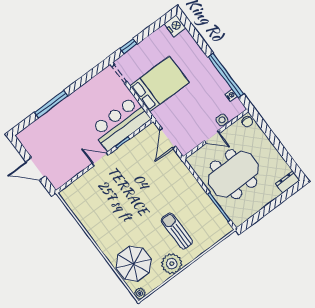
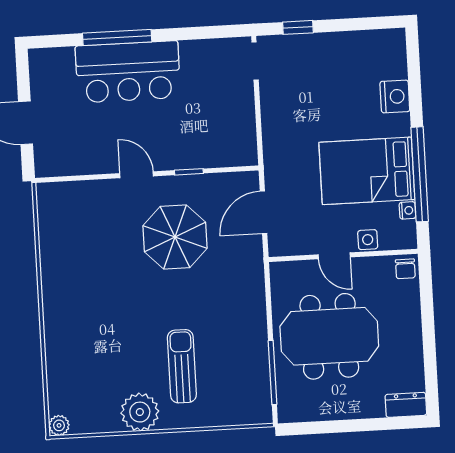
nightstand: (175, 26) -> (395, 96), moved
bed: (159, 84) -> (367, 171), moved, turned 180
bar counter: (121, 123) -> (128, 72), moved, turned 180
parasol: (134, 264) -> (175, 237), moved

